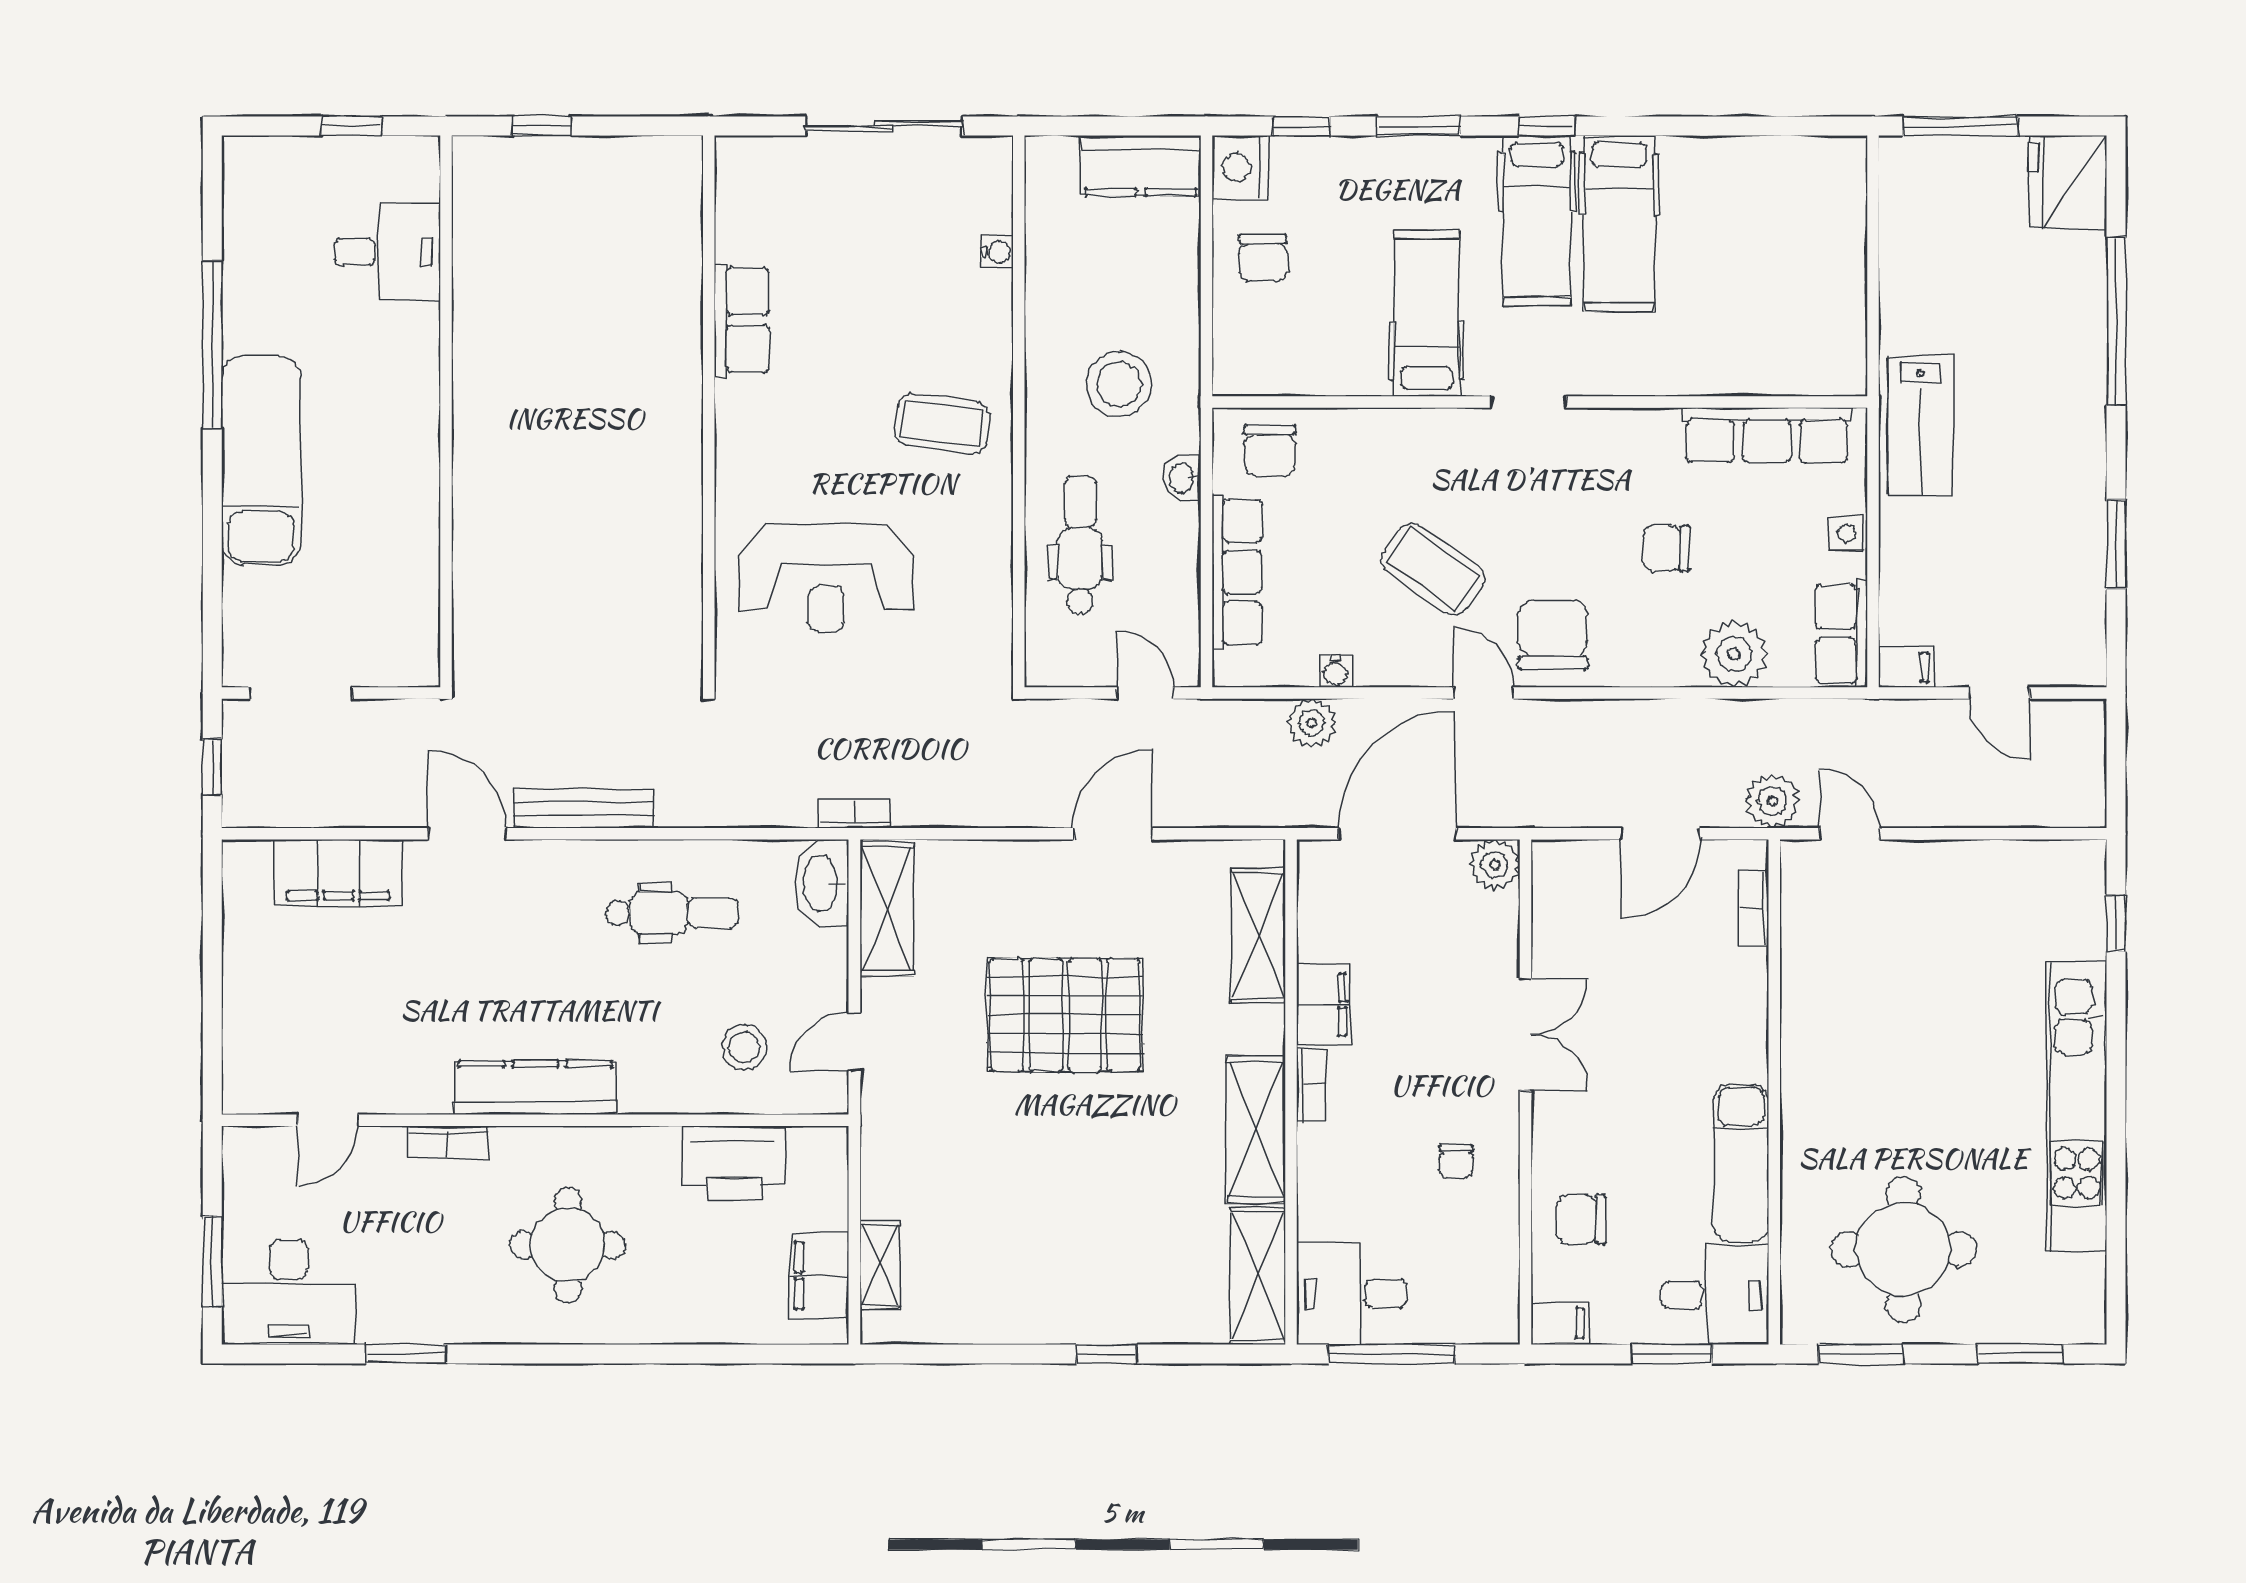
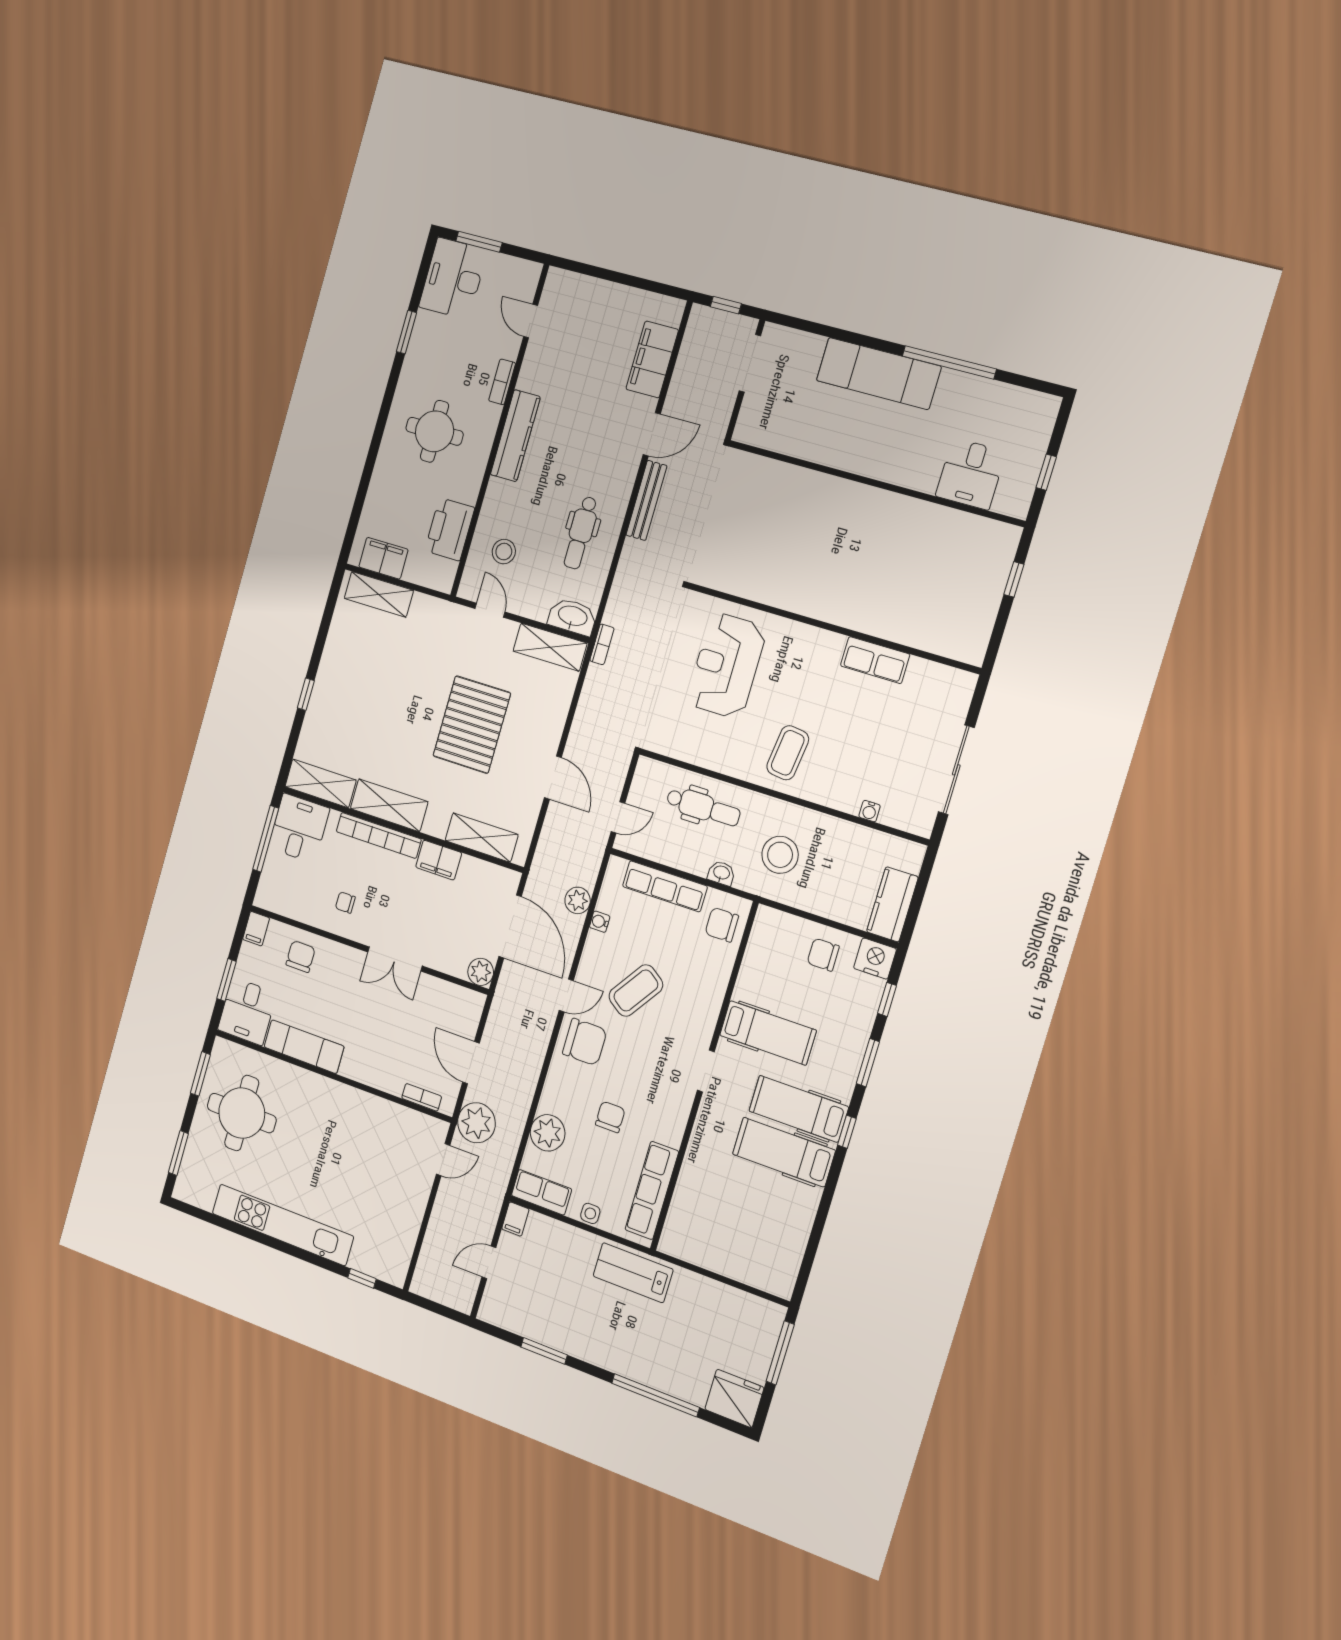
plant: (1772, 801) -> (476, 1123), width x1.36, depth x1.36
bookcase: (1311, 1085) -> (379, 835), width x2.31, depth x1.31
shelving: (880, 1265) -> (379, 594), width x1.50, depth x1.33

